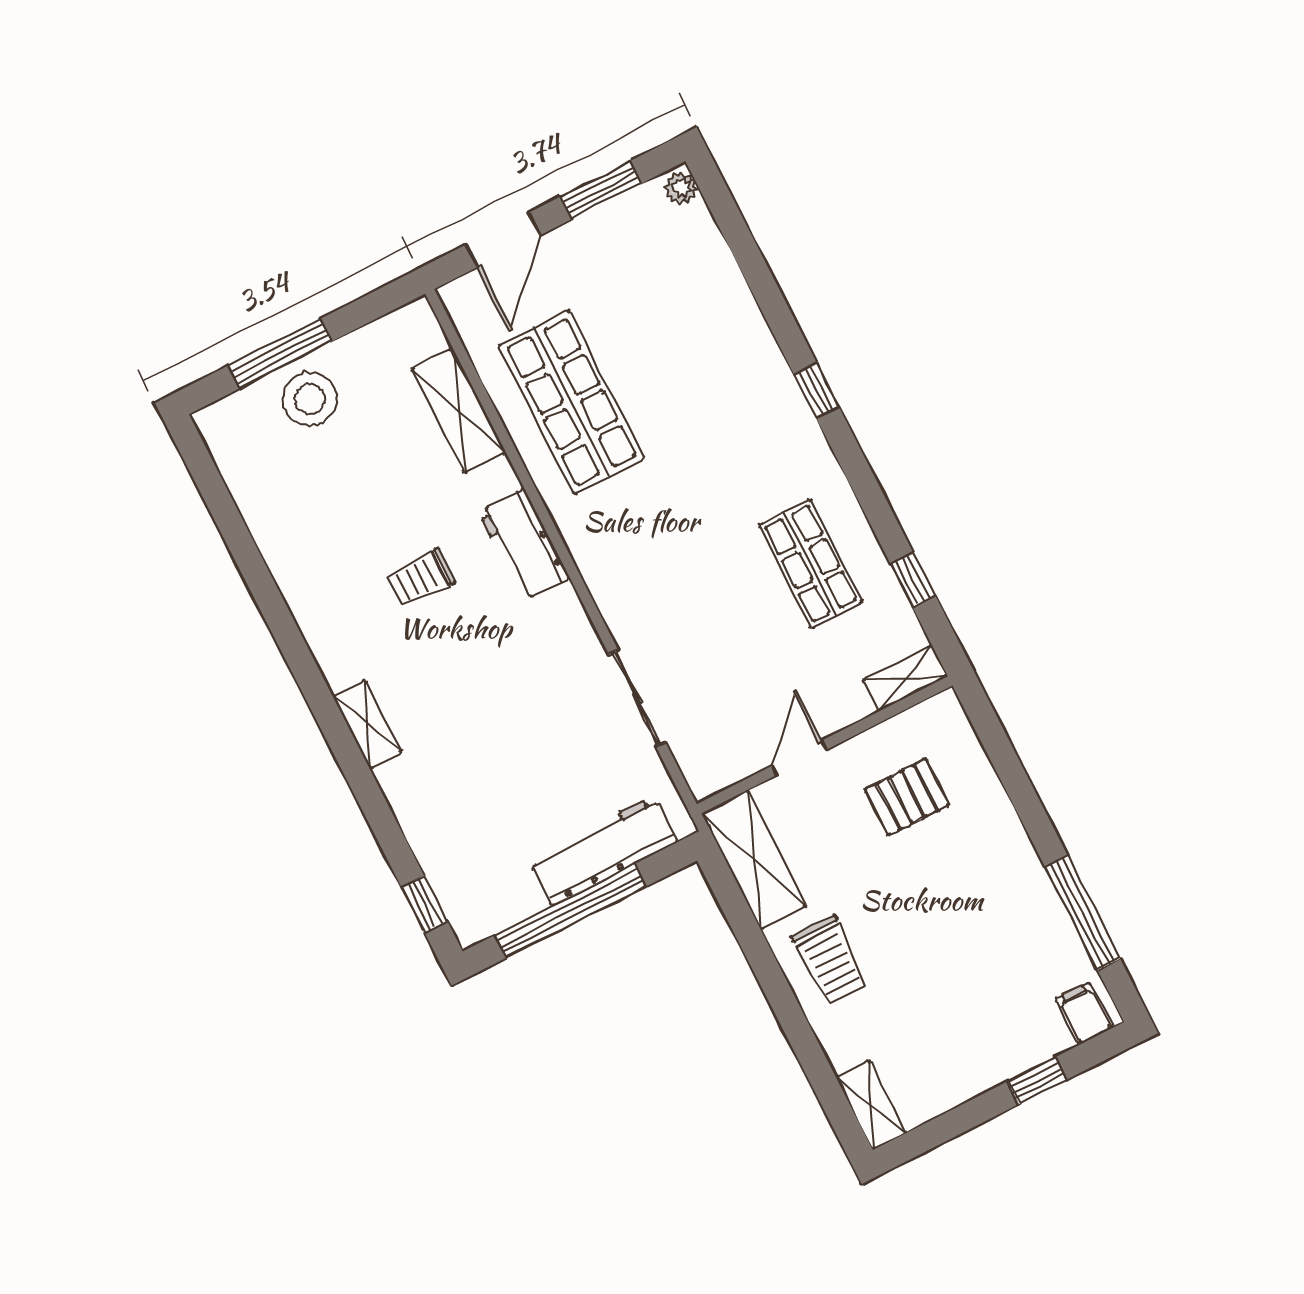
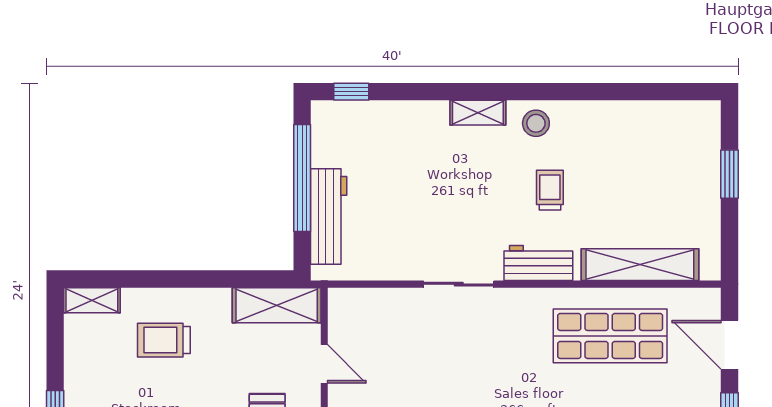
window: (280, 354) -> (730, 174), width x0.69
stool: (310, 399) -> (536, 123), moved, width x0.73, depth x0.73
shelving: (458, 410) -> (640, 265), width x1.47
sliding door: (637, 699) -> (459, 284), moved
trolley: (830, 960) -> (164, 340), moved

